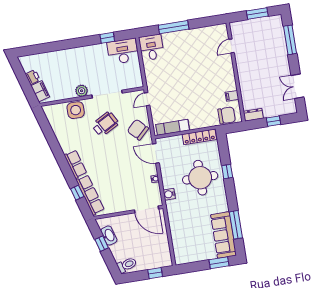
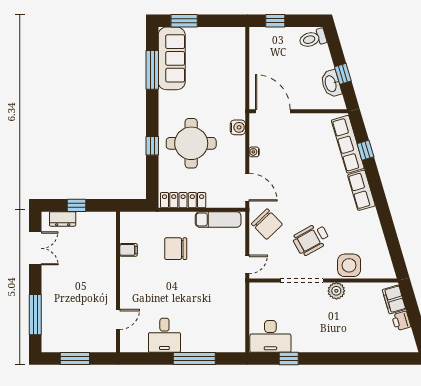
desk: (151, 47) -> (164, 335), moved
chair: (227, 115) -> (176, 249), moved
dresser: (253, 115) -> (63, 219), moved

